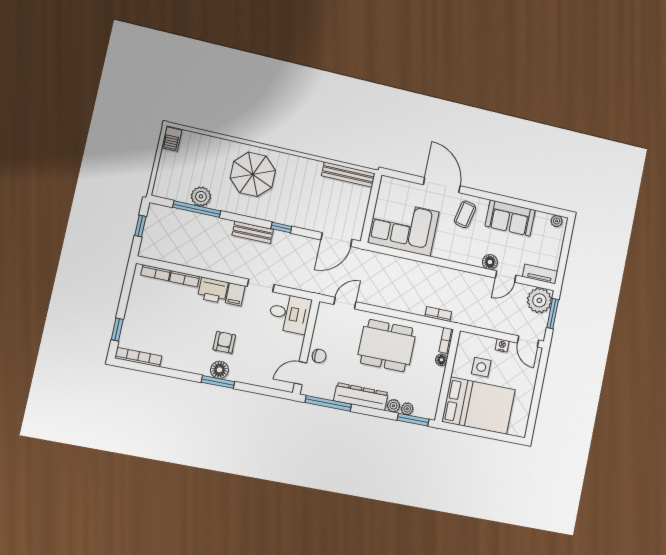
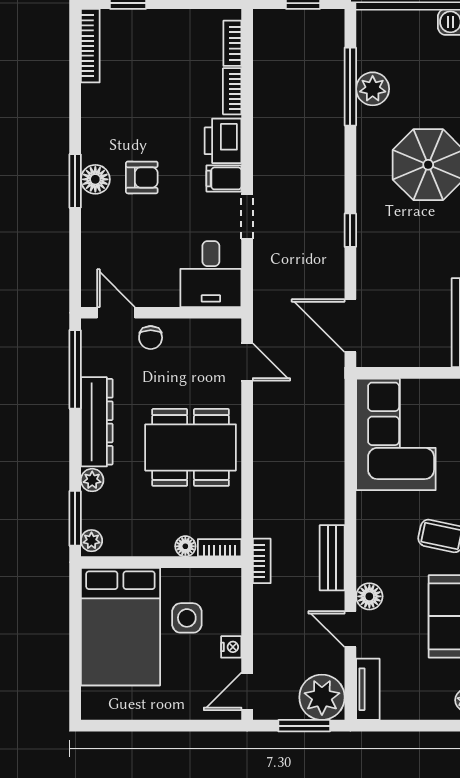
bench: (253, 232) -> (332, 558), moved
bookcase: (438, 314) -> (262, 561), moved
dining table: (387, 346) -> (191, 447), turned 90
plant: (407, 409) -> (91, 541), moved

